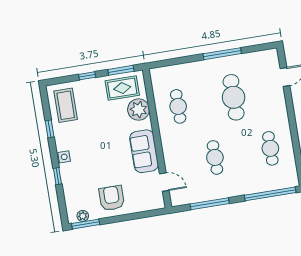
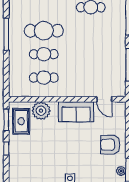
coffee table: (66, 105) -> (28, 170), removed
cafe table: (215, 157) -> (44, 54), moved
door: (164, 182) -> (104, 99), swing flipped

